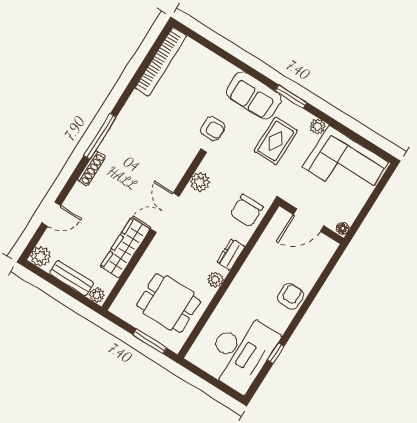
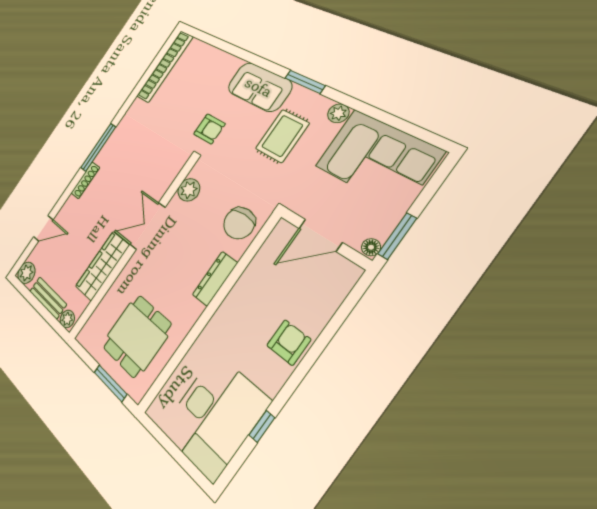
window: (359, 221) -> (397, 236), added
dresser: (231, 254) -> (215, 279), width x1.44
plant: (215, 280) -> (193, 311), removed
dining table: (169, 303) -> (137, 336), turned 90

